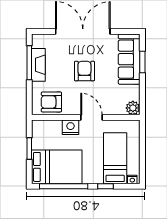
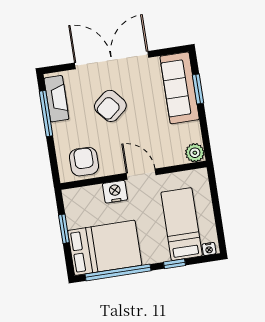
fireplace: (38, 65) -> (56, 99), moved
armchair: (84, 71) -> (110, 106), moved, turned -130
armchair: (51, 102) -> (84, 162), turned 90

